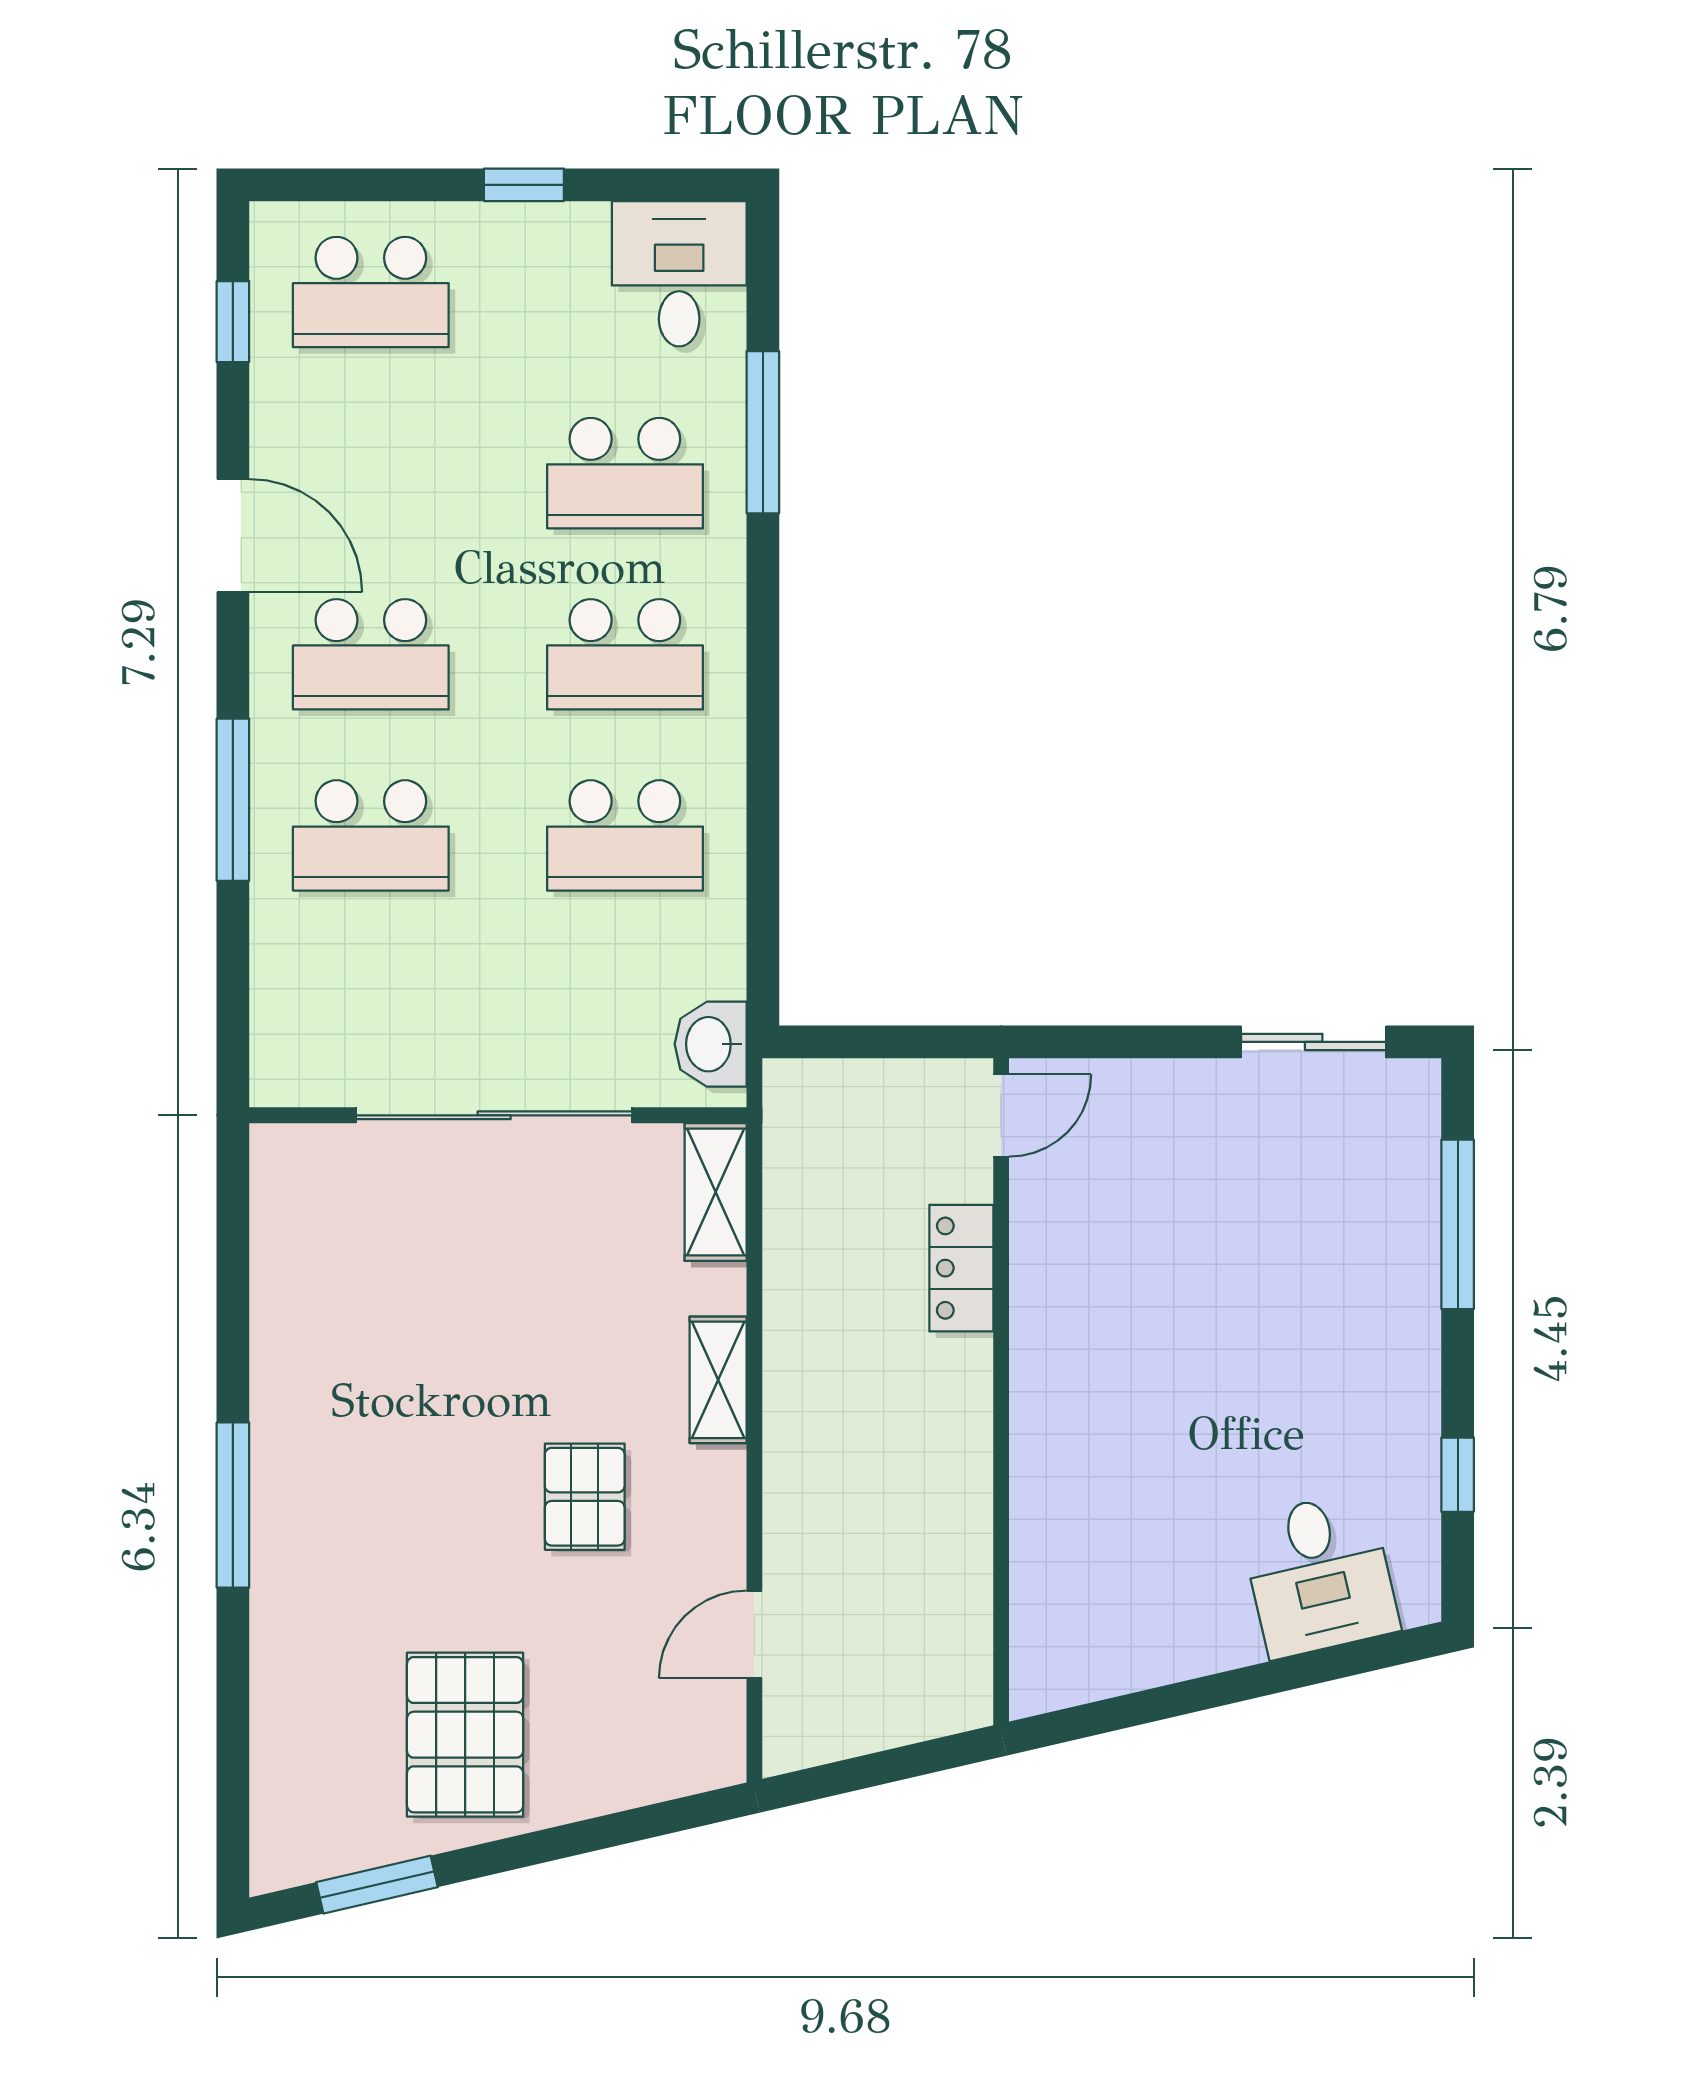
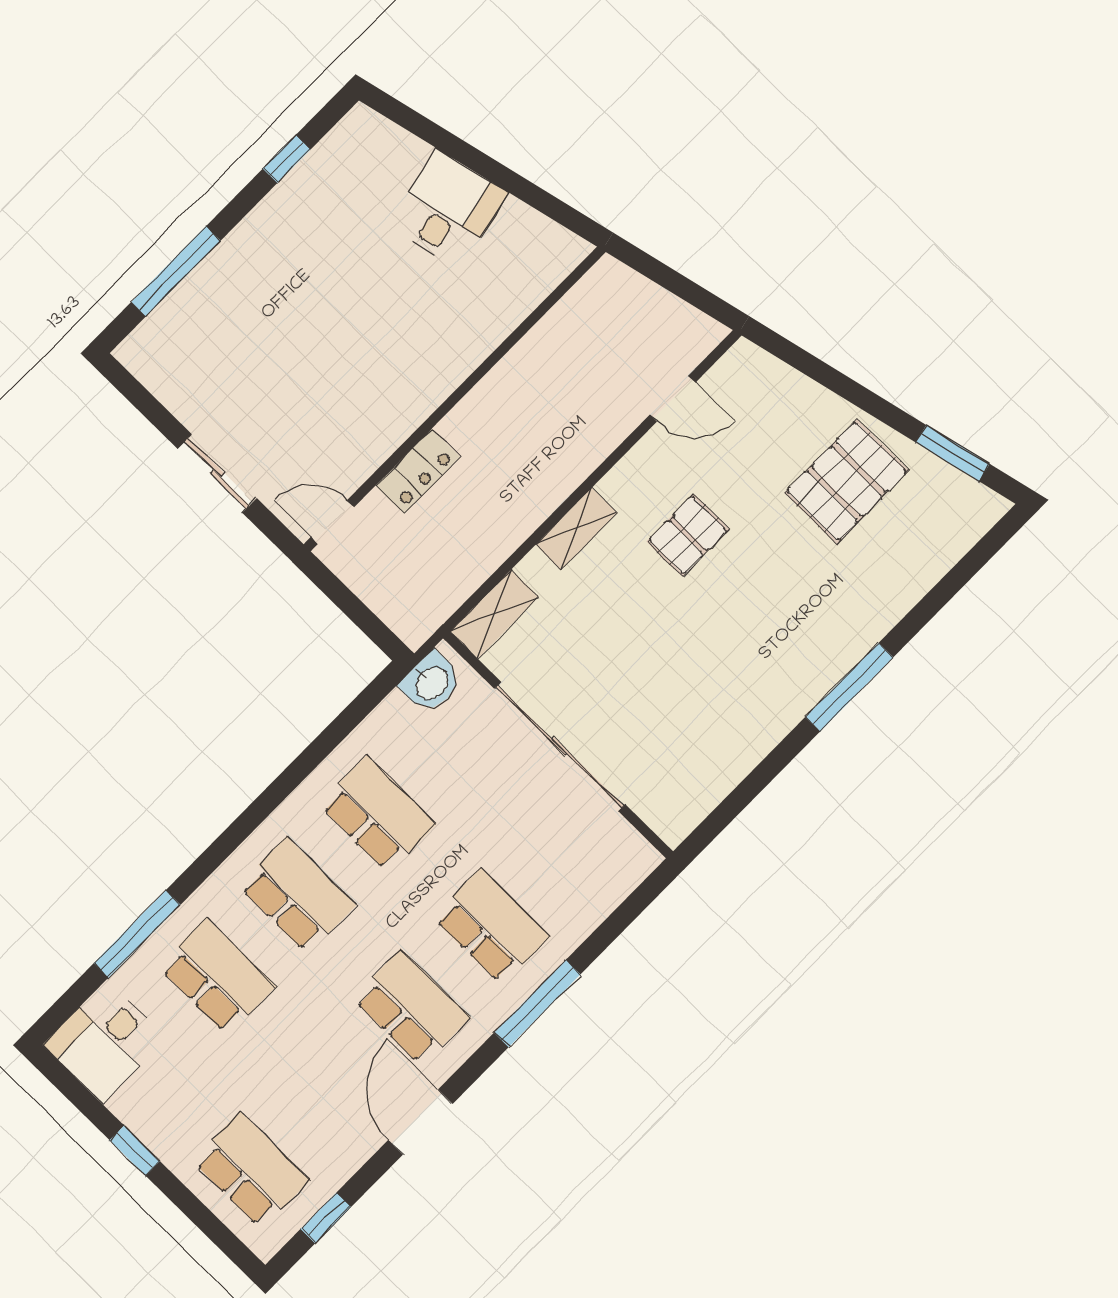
sliding door: (1314, 1042) -> (217, 473), moved
desk: (1319, 1575) -> (448, 209), moved

